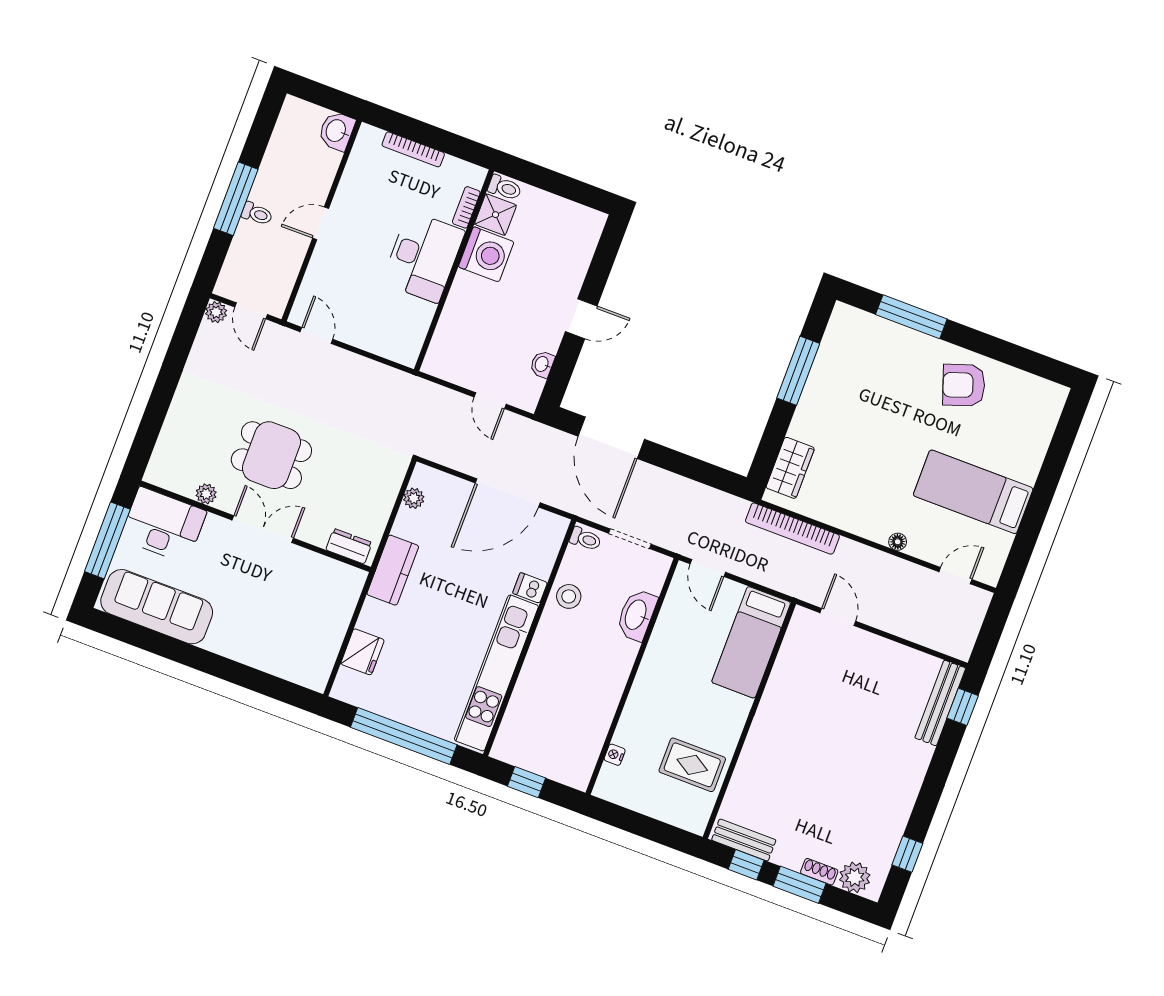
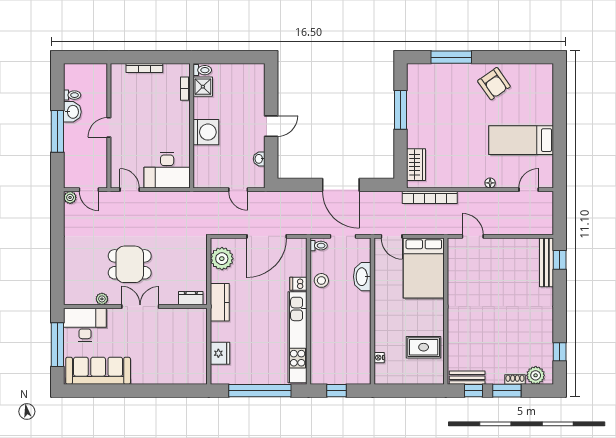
washbasin: (337, 131) -> (72, 112), moved, turned 180
toilet: (257, 214) -> (72, 95), moved
washing machine: (486, 254) -> (206, 132), moved
desk: (423, 257) -> (167, 170), moved, turned 90
armchair: (964, 385) -> (494, 84), turned -106
door: (611, 438) -> (341, 185), moved
plant: (414, 498) -> (222, 259), width x1.87, depth x1.87
bed: (751, 642) -> (424, 268), width x1.50

